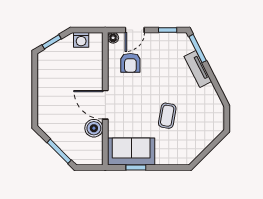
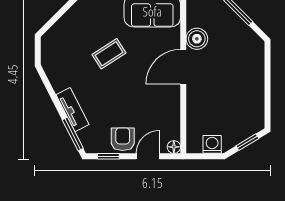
armchair: (130, 63) -> (123, 139), moved
door: (105, 105) -> (183, 67), swing flipped
coffee table: (167, 116) -> (109, 54), turned 47

